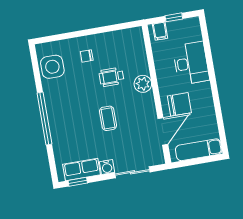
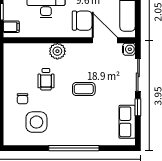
side table: (52, 67) -> (36, 122), moved
chair: (179, 104) -> (82, 21), turned 90
water cooler: (107, 167) -> (129, 49), moved
window: (78, 182) -> (138, 107), moved

